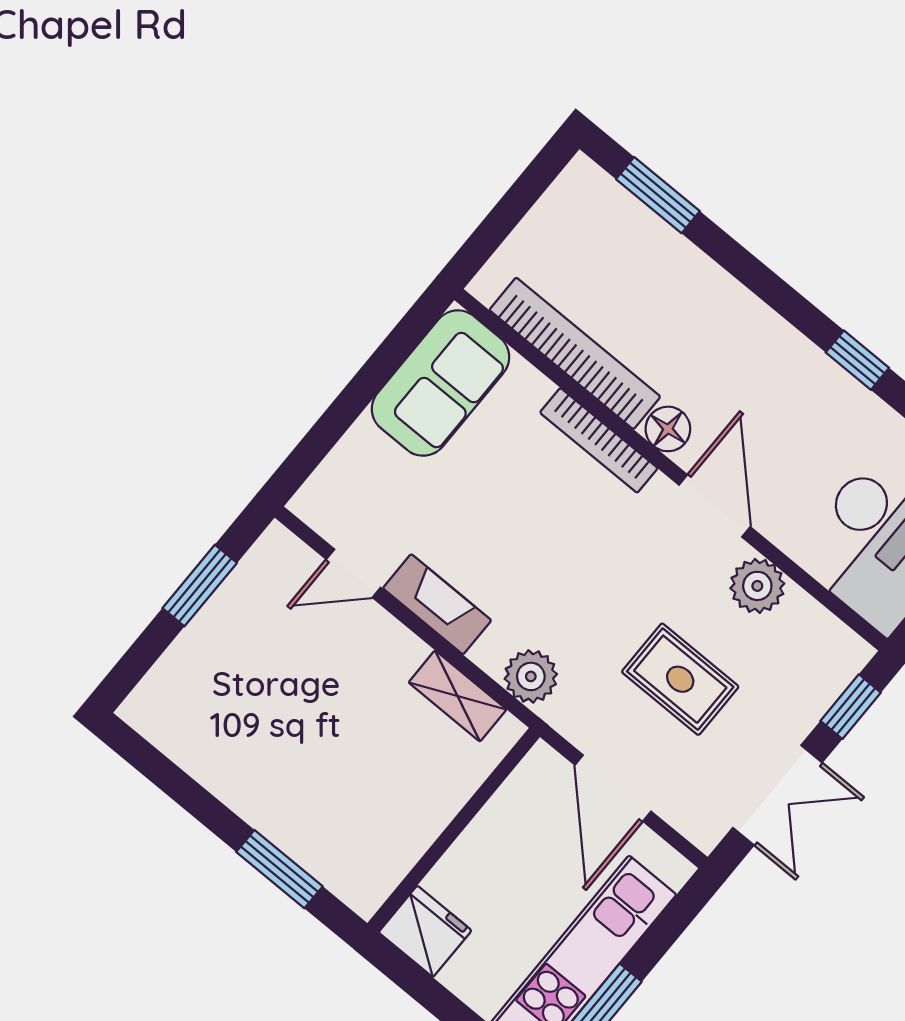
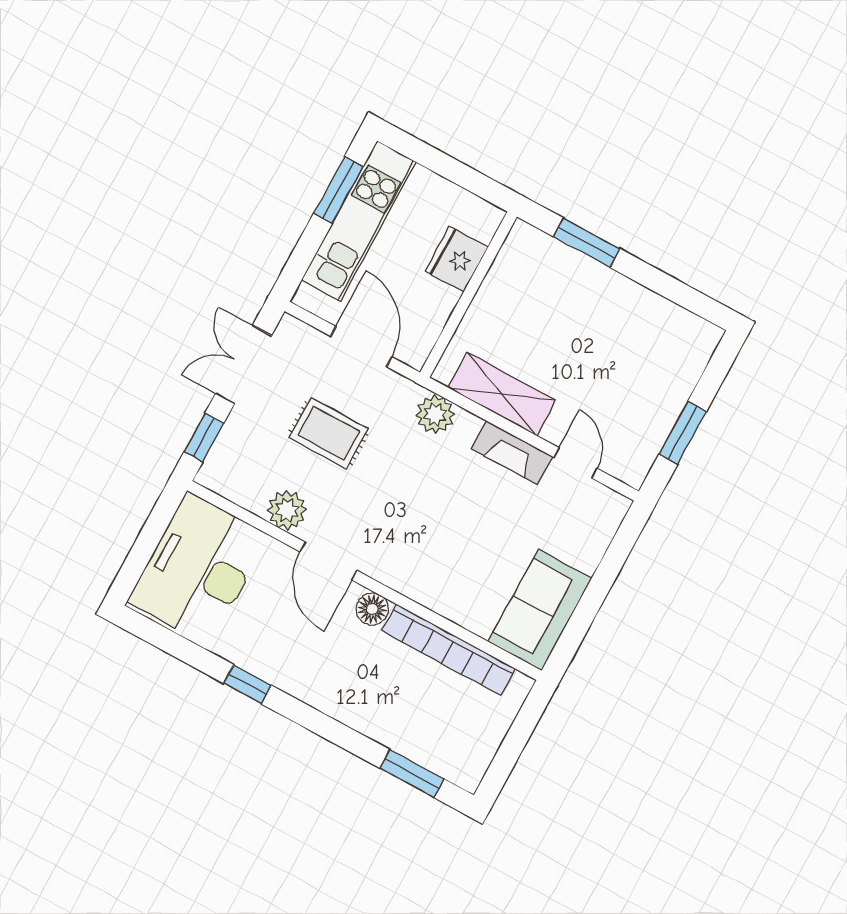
bookcase: (599, 440) -> (420, 591), removed
door: (353, 573) -> (575, 463), hinge flipped
shelving: (458, 696) -> (502, 394), width x1.50, depth x1.33
fridge: (425, 931) -> (457, 259), moved, turned 90

